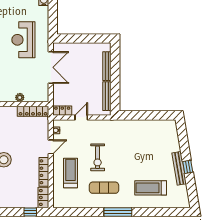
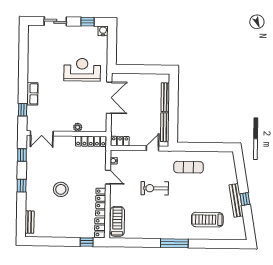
reception desk: (23, 40) -> (82, 70), turned 90
door: (81, 117) -> (153, 148), moved
door: (51, 147) -> (108, 177), hinge flipped
exercise bike: (98, 157) -> (155, 188), turned 90
treadmill: (70, 173) -> (117, 221), moved
exercise mat: (104, 188) -> (188, 167), moved

